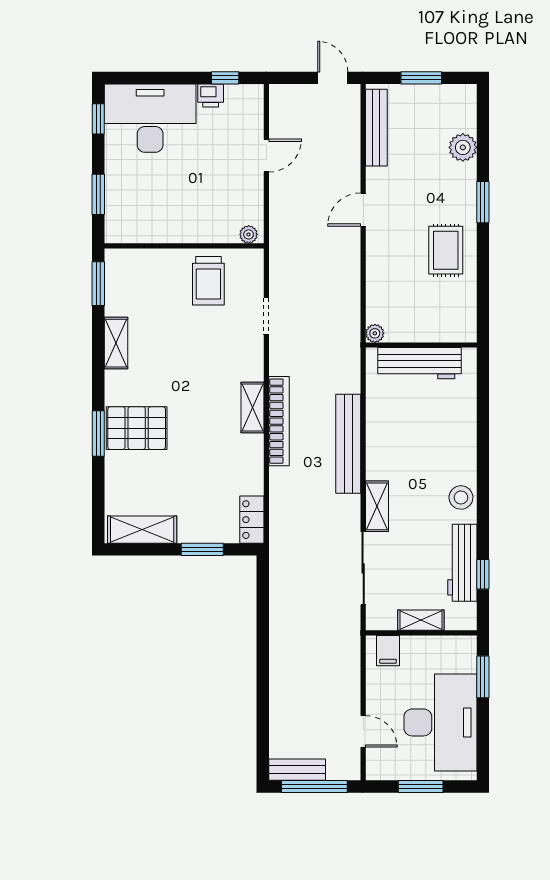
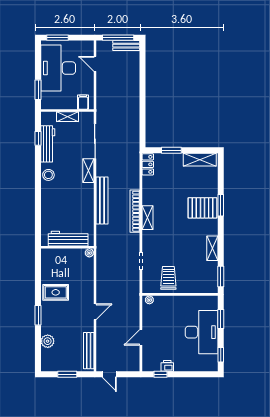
desk: (150, 118) -> (202, 332), moved, turned -90
rug: (446, 250) -> (56, 292), turned 90
window: (421, 786) -> (57, 38), moved

